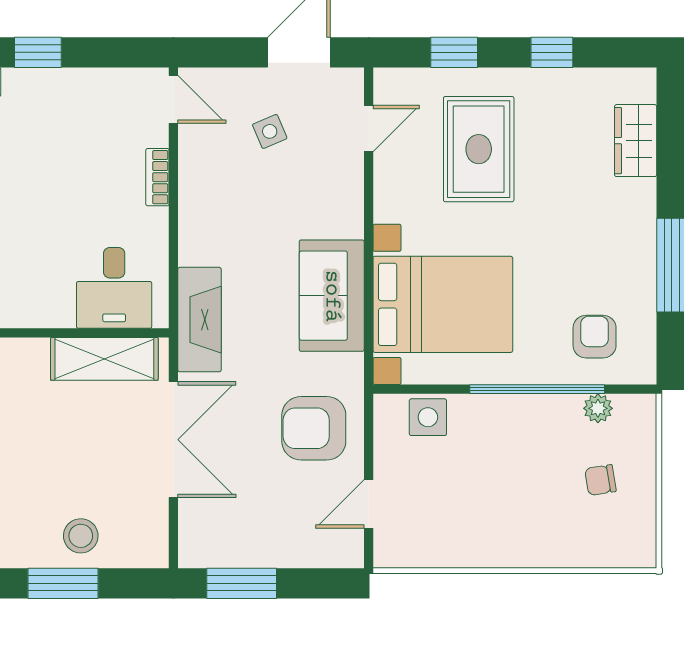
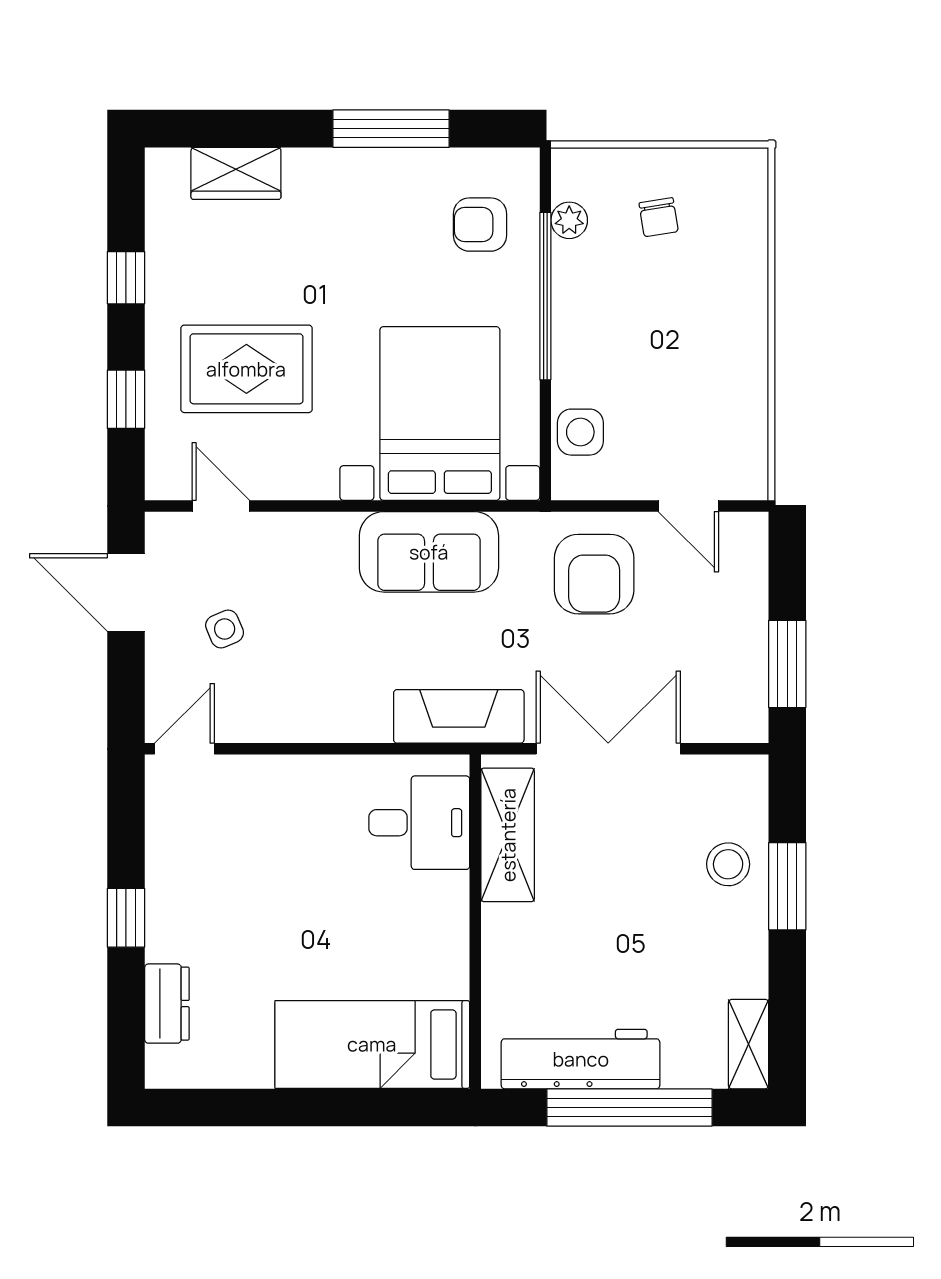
bookcase: (157, 177) -> (281, 769), removed

